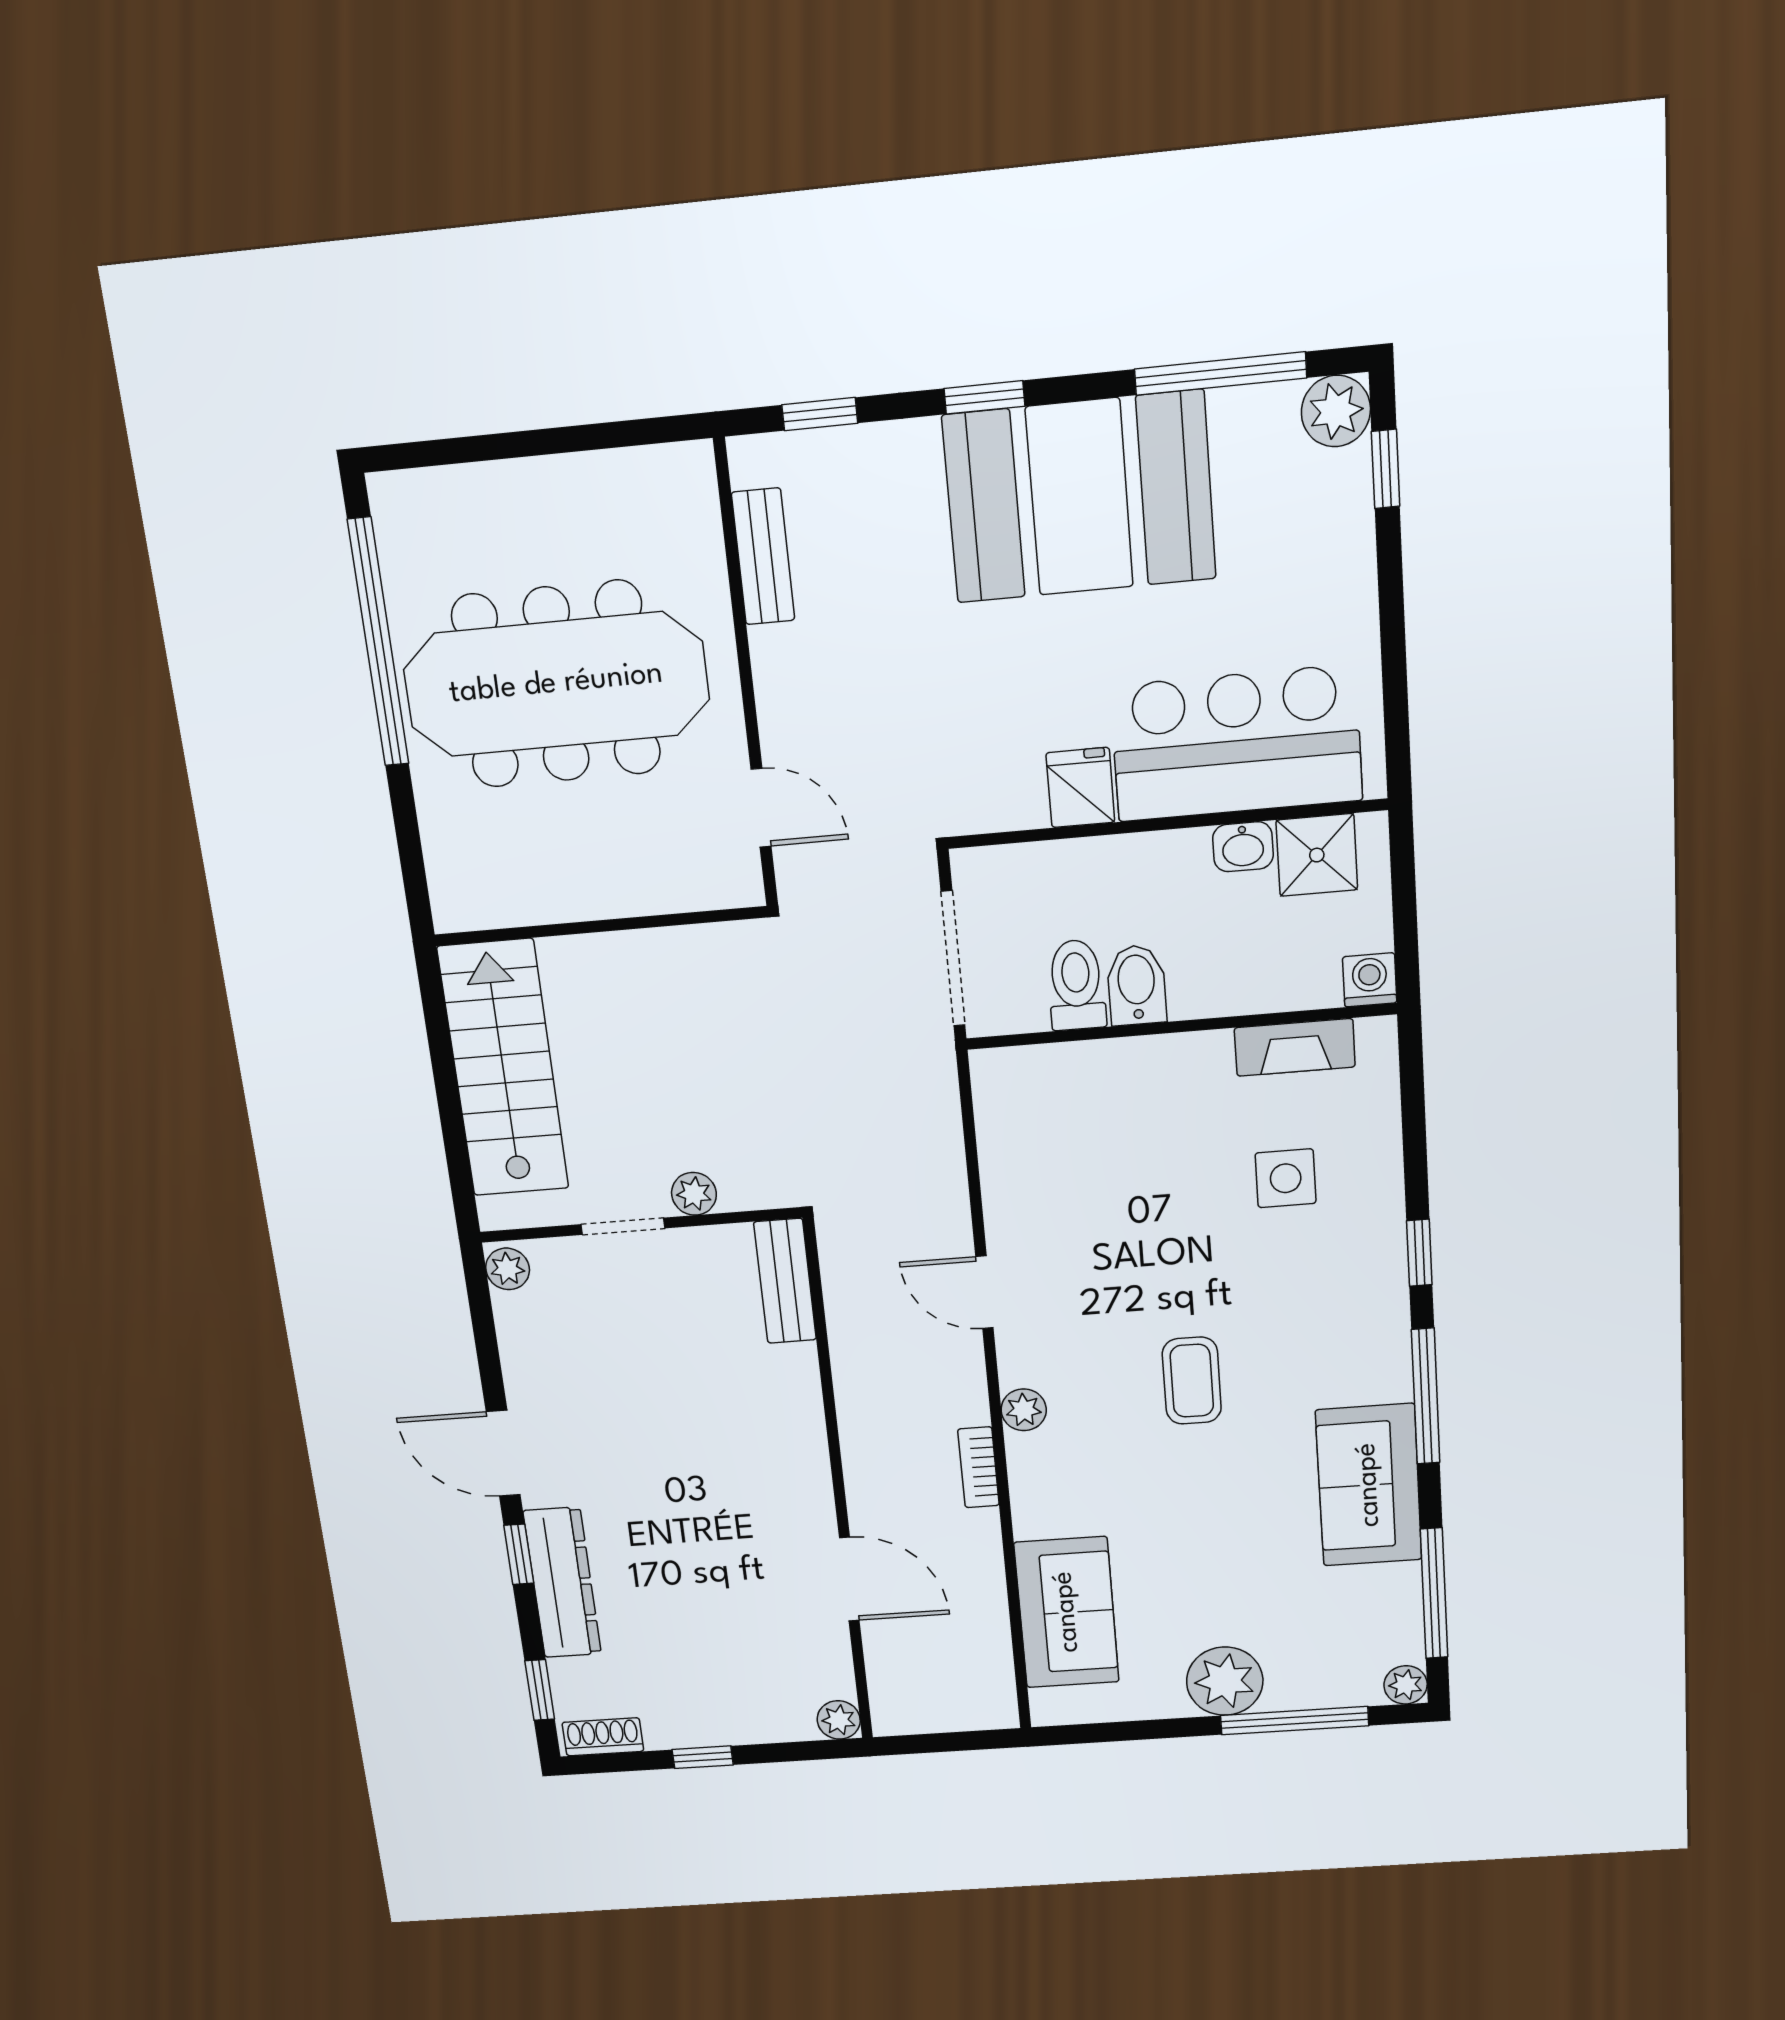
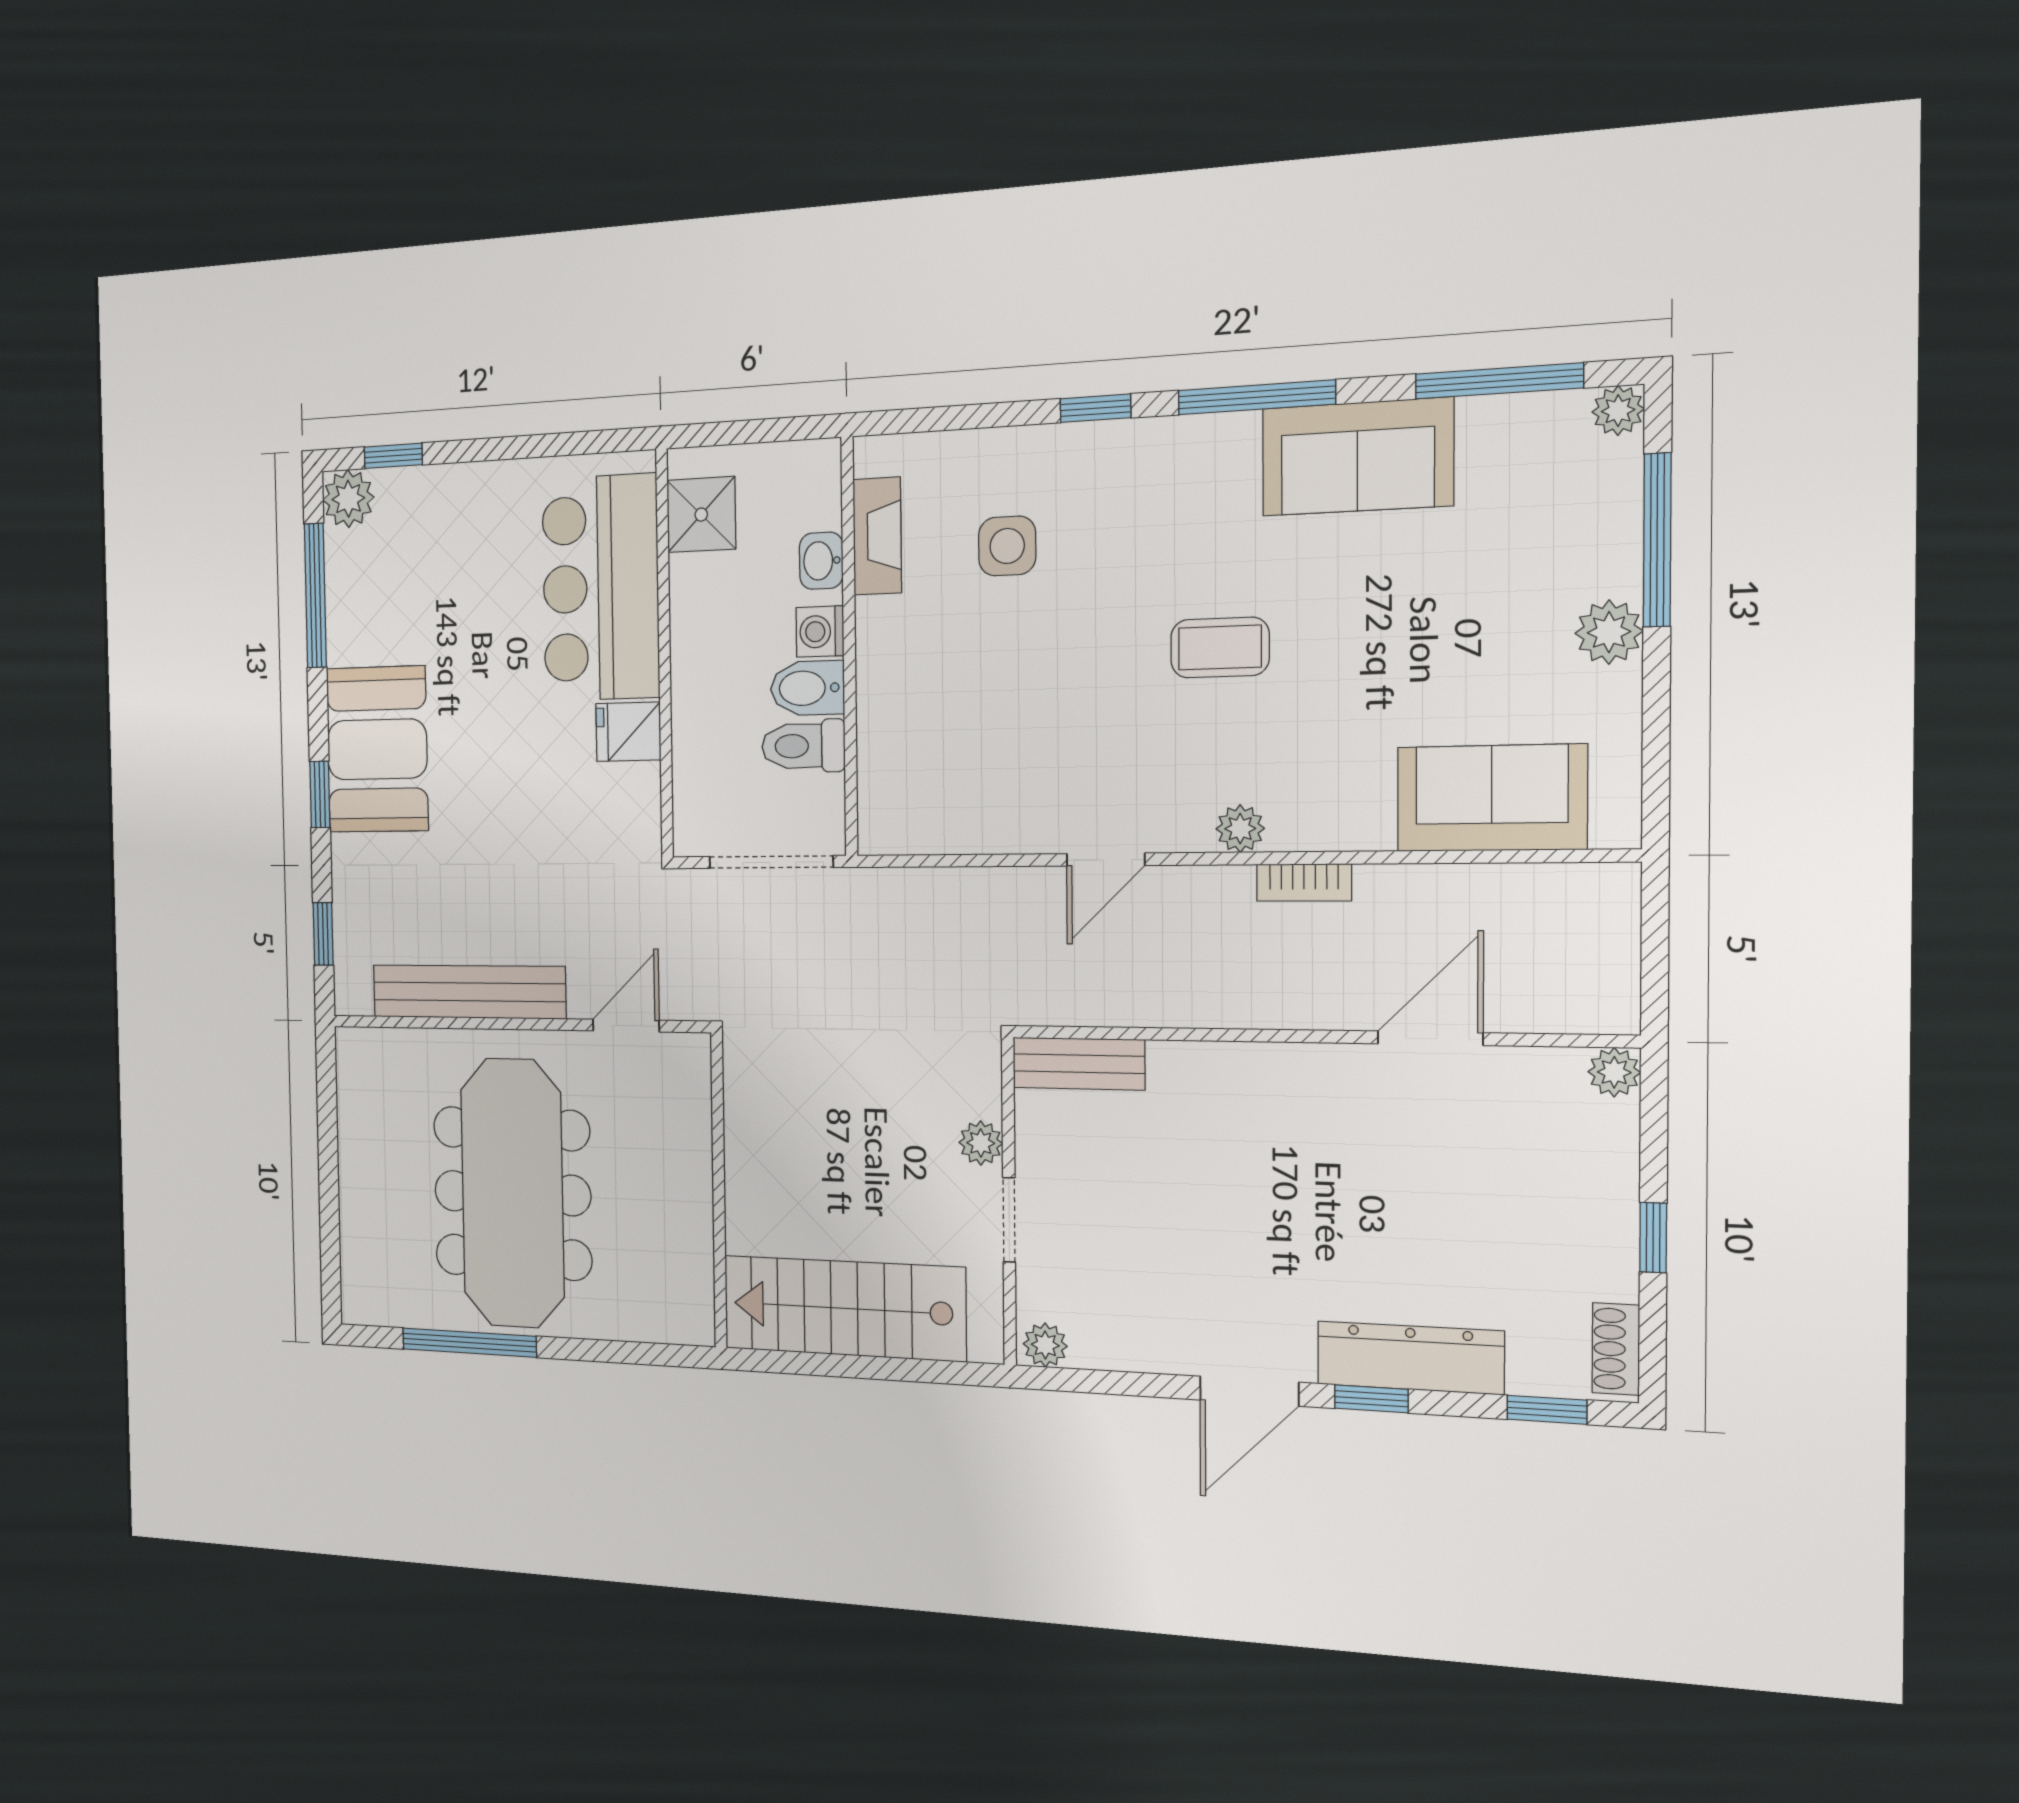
booth: (1079, 497) -> (377, 749), width x0.73, depth x0.70
bench: (763, 557) -> (469, 992), width x1.86, depth x1.21
window: (378, 643) -> (469, 1343), width x0.68
washbasin: (1243, 847) -> (821, 561), moved, turned 180
washing machine: (1370, 980) -> (820, 632), moved
plant: (1225, 1681) -> (1609, 632), width x0.73, depth x0.73

